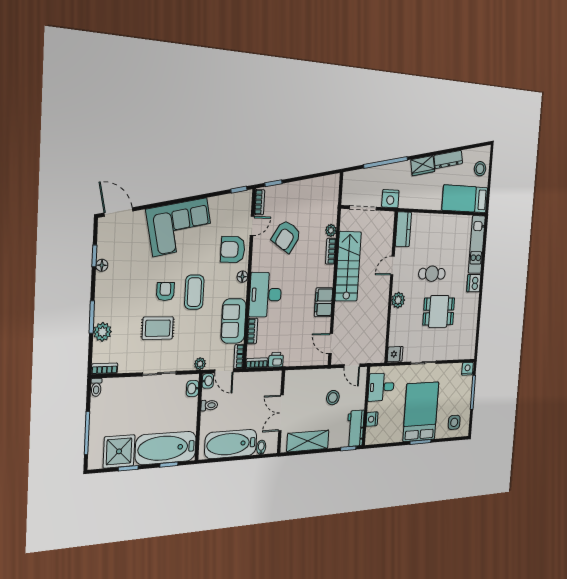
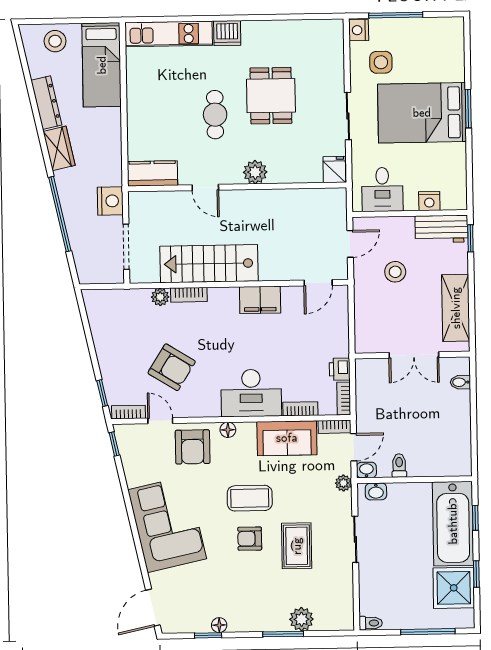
bookcase: (105, 369) -> (347, 614), removed
side table: (454, 422) -> (381, 62), moved
bathtub: (231, 444) -> (453, 429), removed

